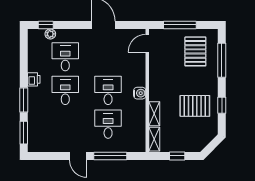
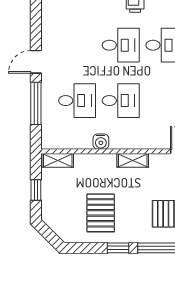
water cooler: (140, 93) -> (101, 142), moved
window: (222, 105) -> (118, 248), moved
shelving: (154, 114) -> (133, 160), moved

